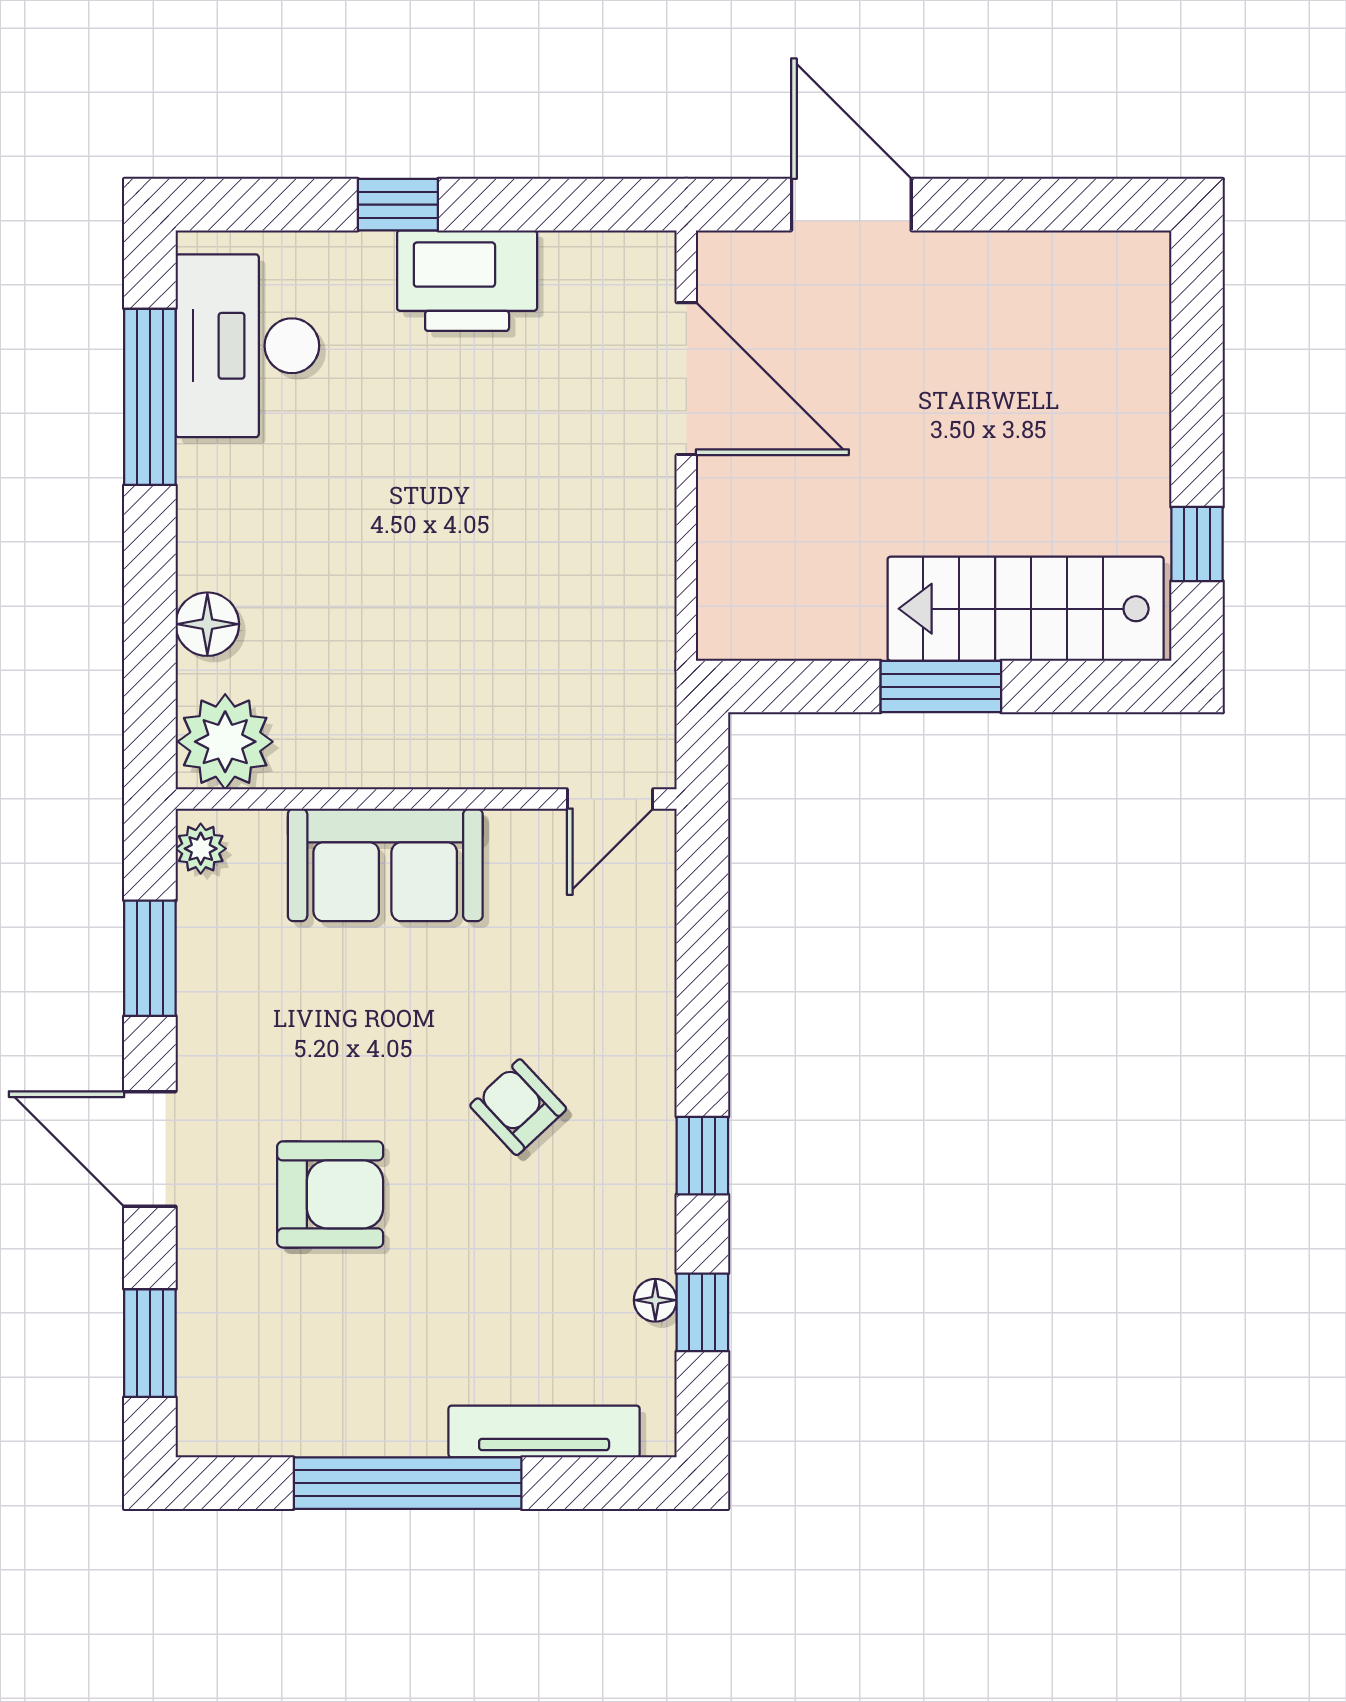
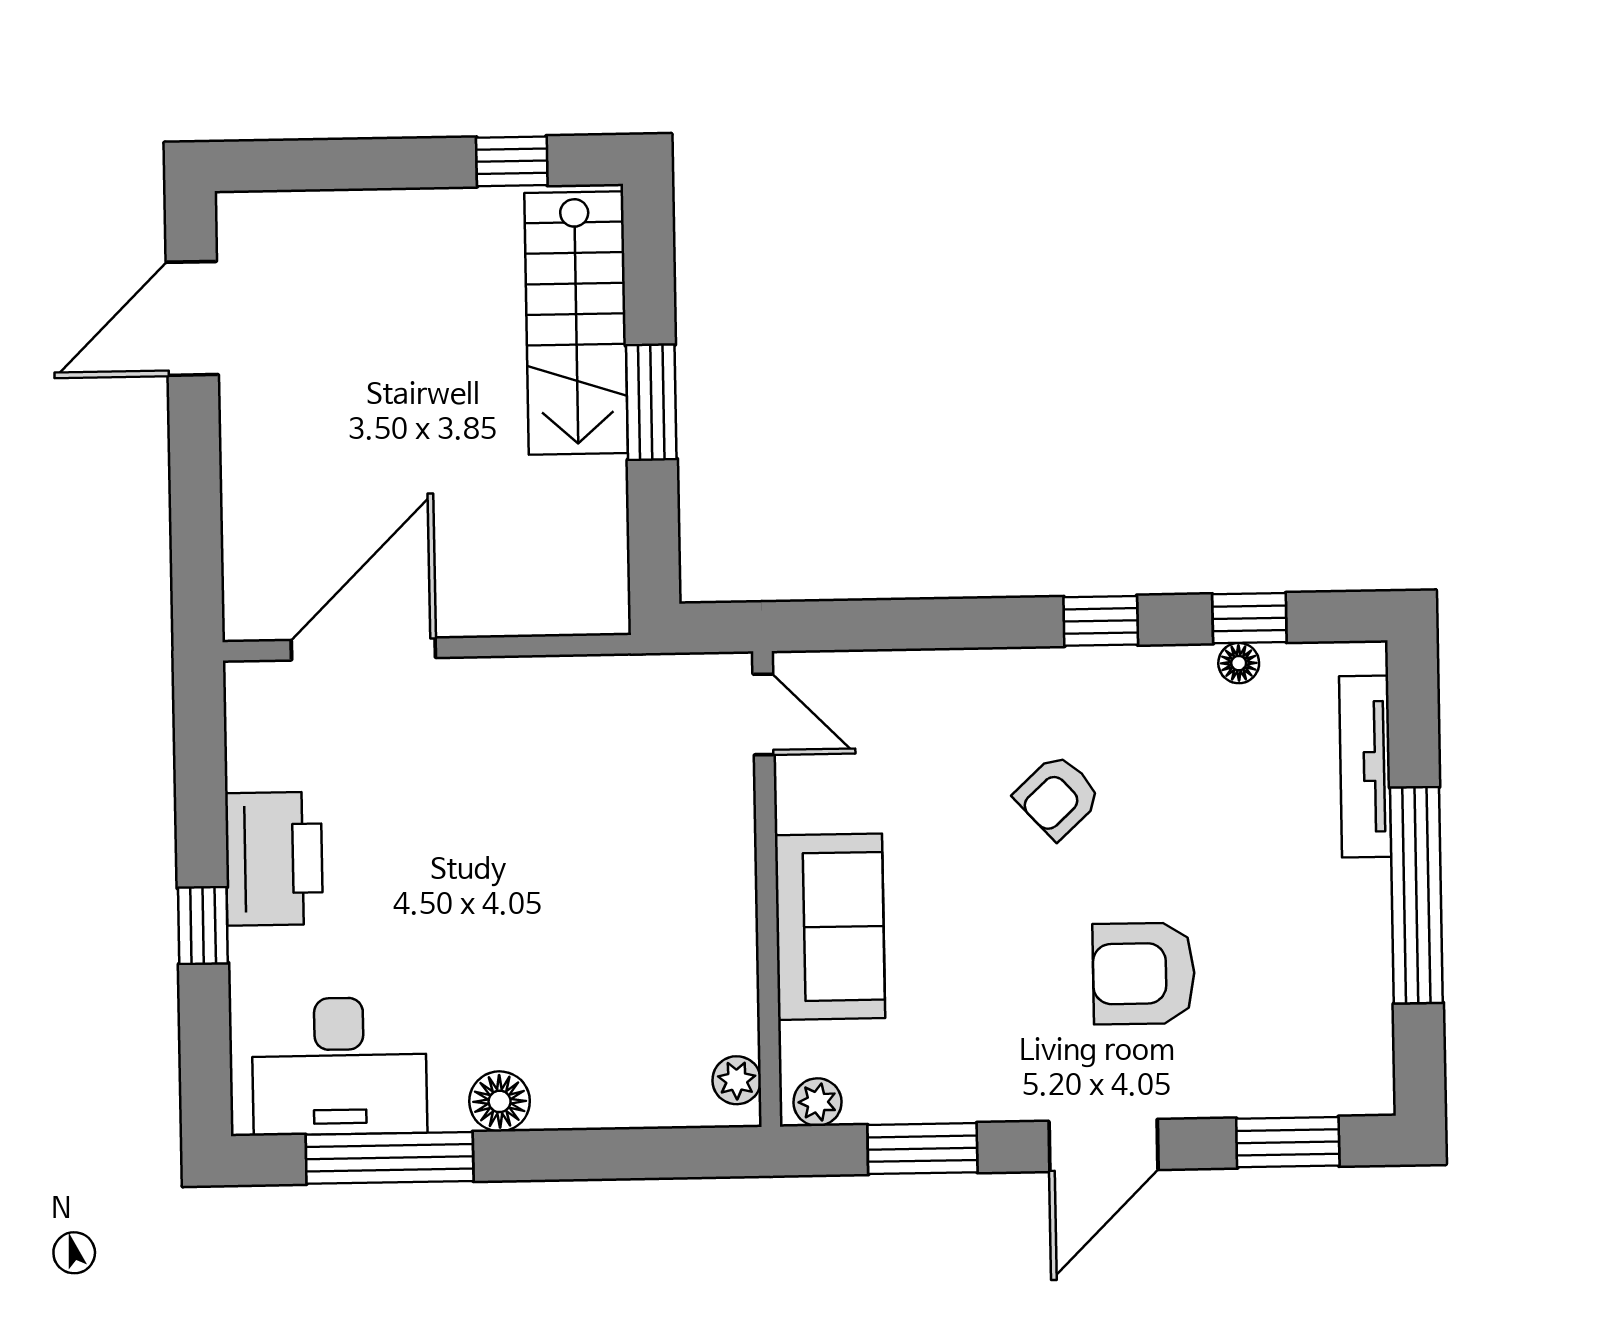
door: (851, 205) -> (192, 318), moved
floor lamp: (207, 624) -> (500, 1101), moved
plant: (225, 742) -> (737, 1080), width x0.53, depth x0.53
armchair: (330, 1194) -> (1144, 973), turned -90

